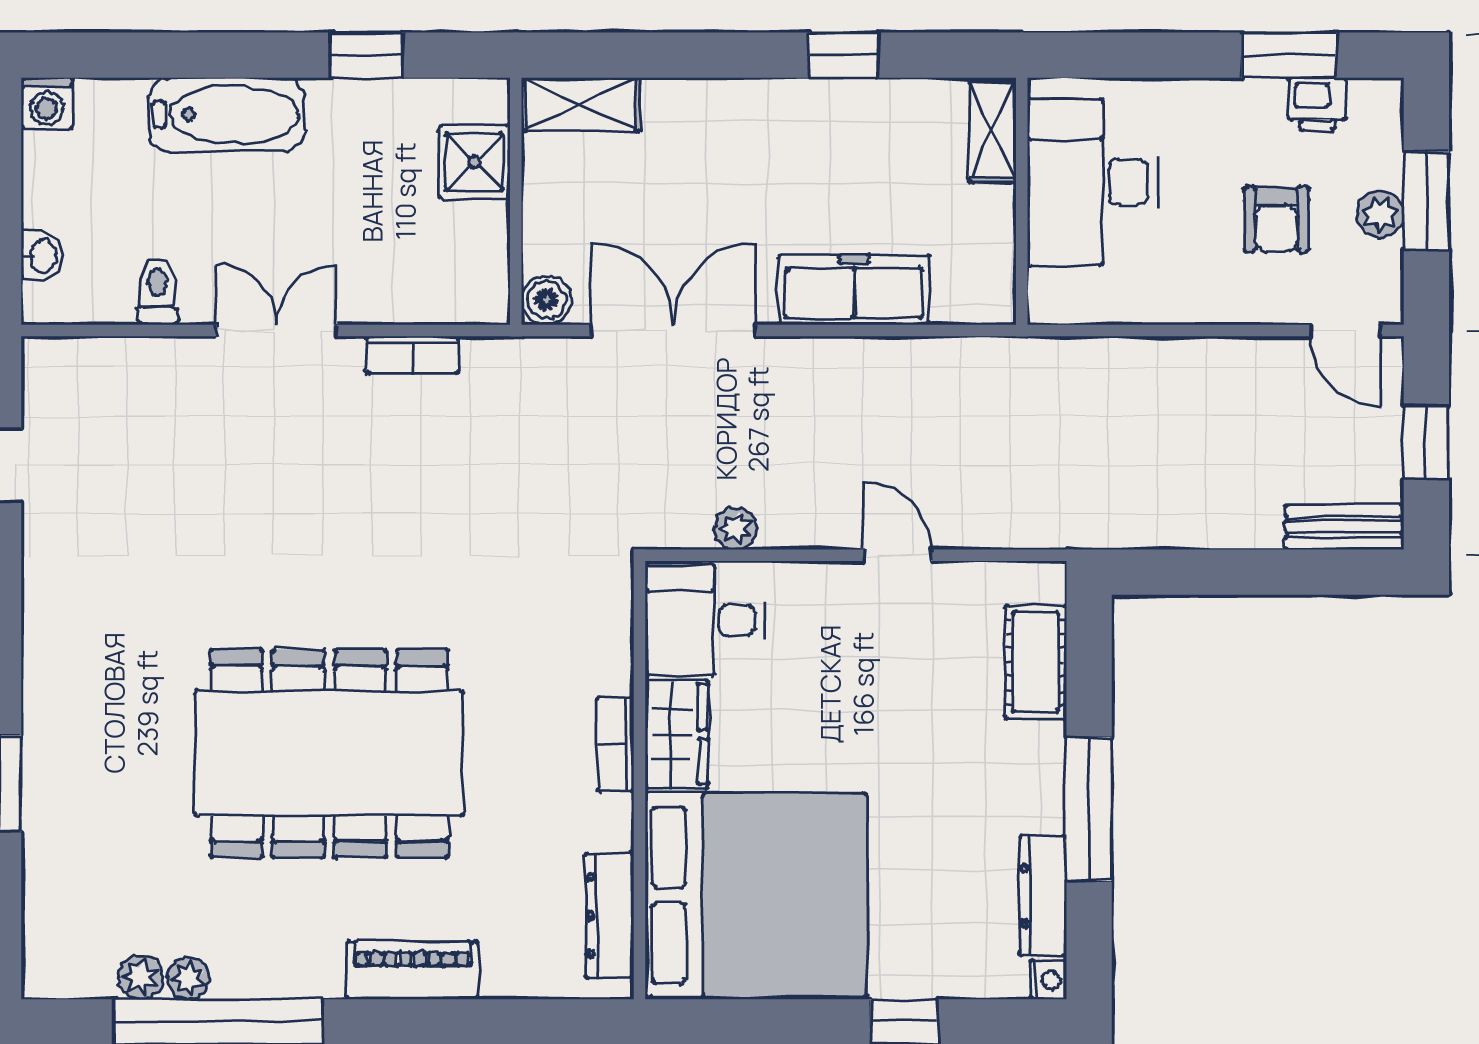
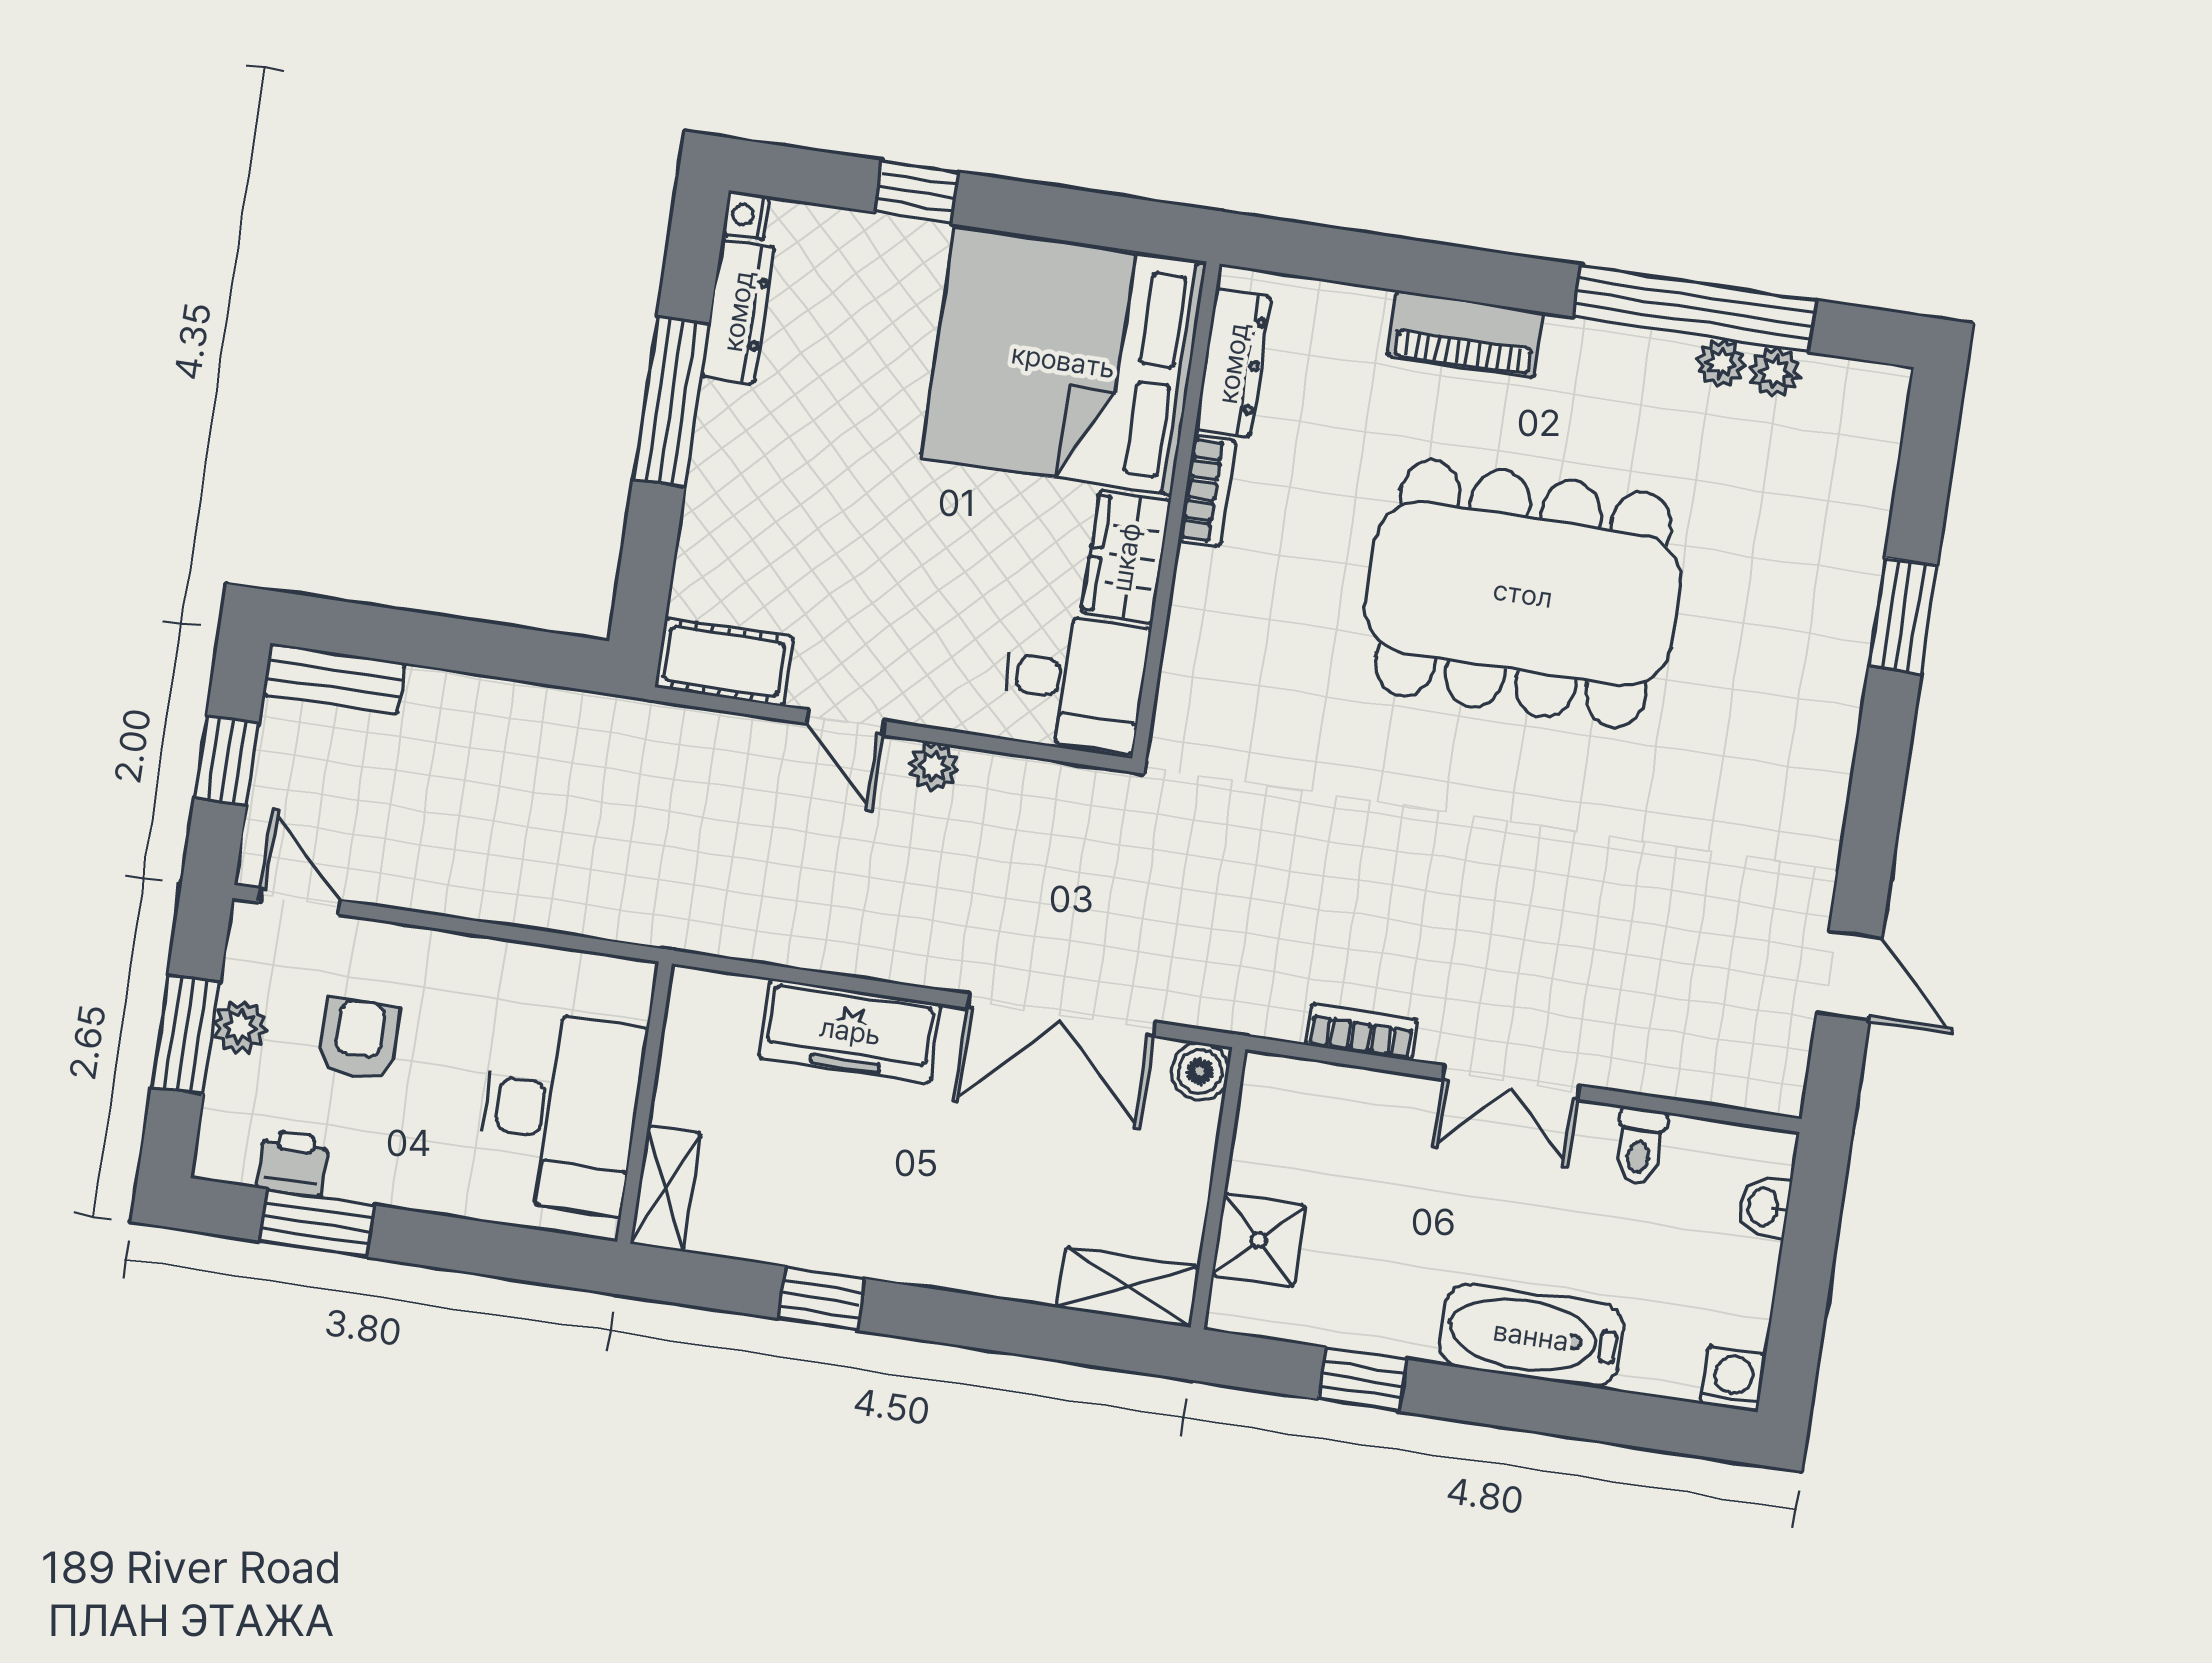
plant: (736, 529) -> (934, 766), moved
cot: (1036, 662) -> (724, 662), moved, turned 90
bookcase: (615, 745) -> (1207, 491), moved

